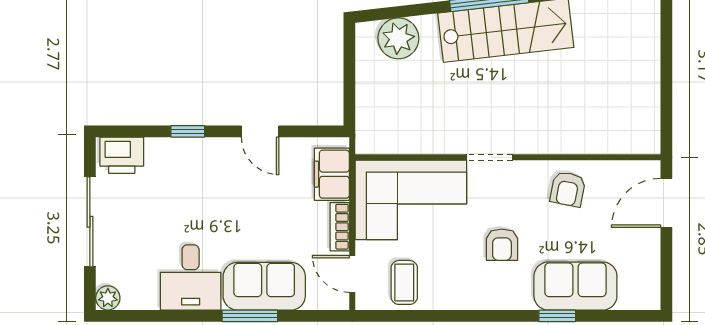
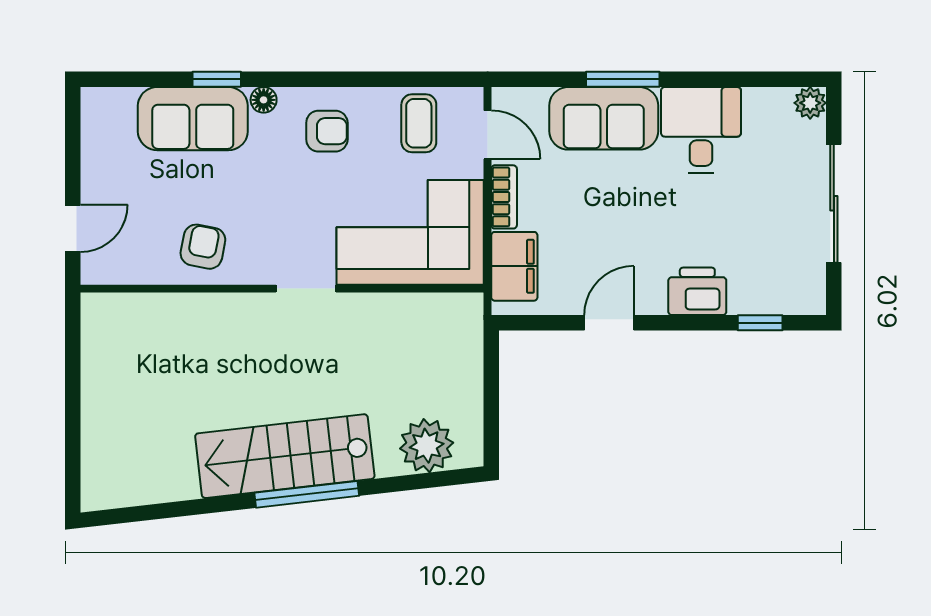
window: (188, 131) -> (760, 323), moved
door: (260, 131) -> (609, 323), hinge flipped
printer: (122, 155) -> (697, 291), moved
door: (666, 203) -> (73, 228), width x0.73
armchair: (502, 245) -> (327, 131), moved, turned 90
floor lamp: (522, 300) -> (264, 100), added

